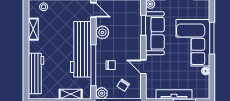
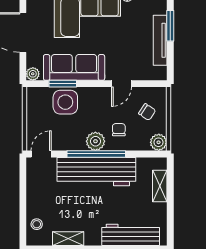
side table: (130, 27) -> (65, 102), added
plant: (102, 32) -> (95, 141), moved
window: (93, 65) -> (96, 154), moved

